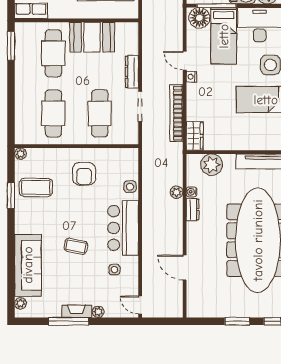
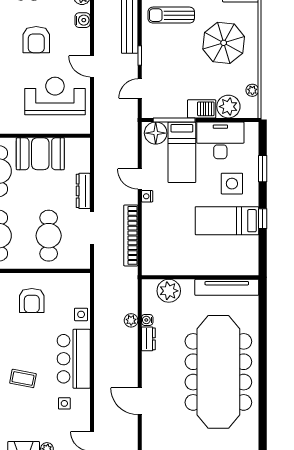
wardrobe: (195, 136) -> (151, 260), removed

